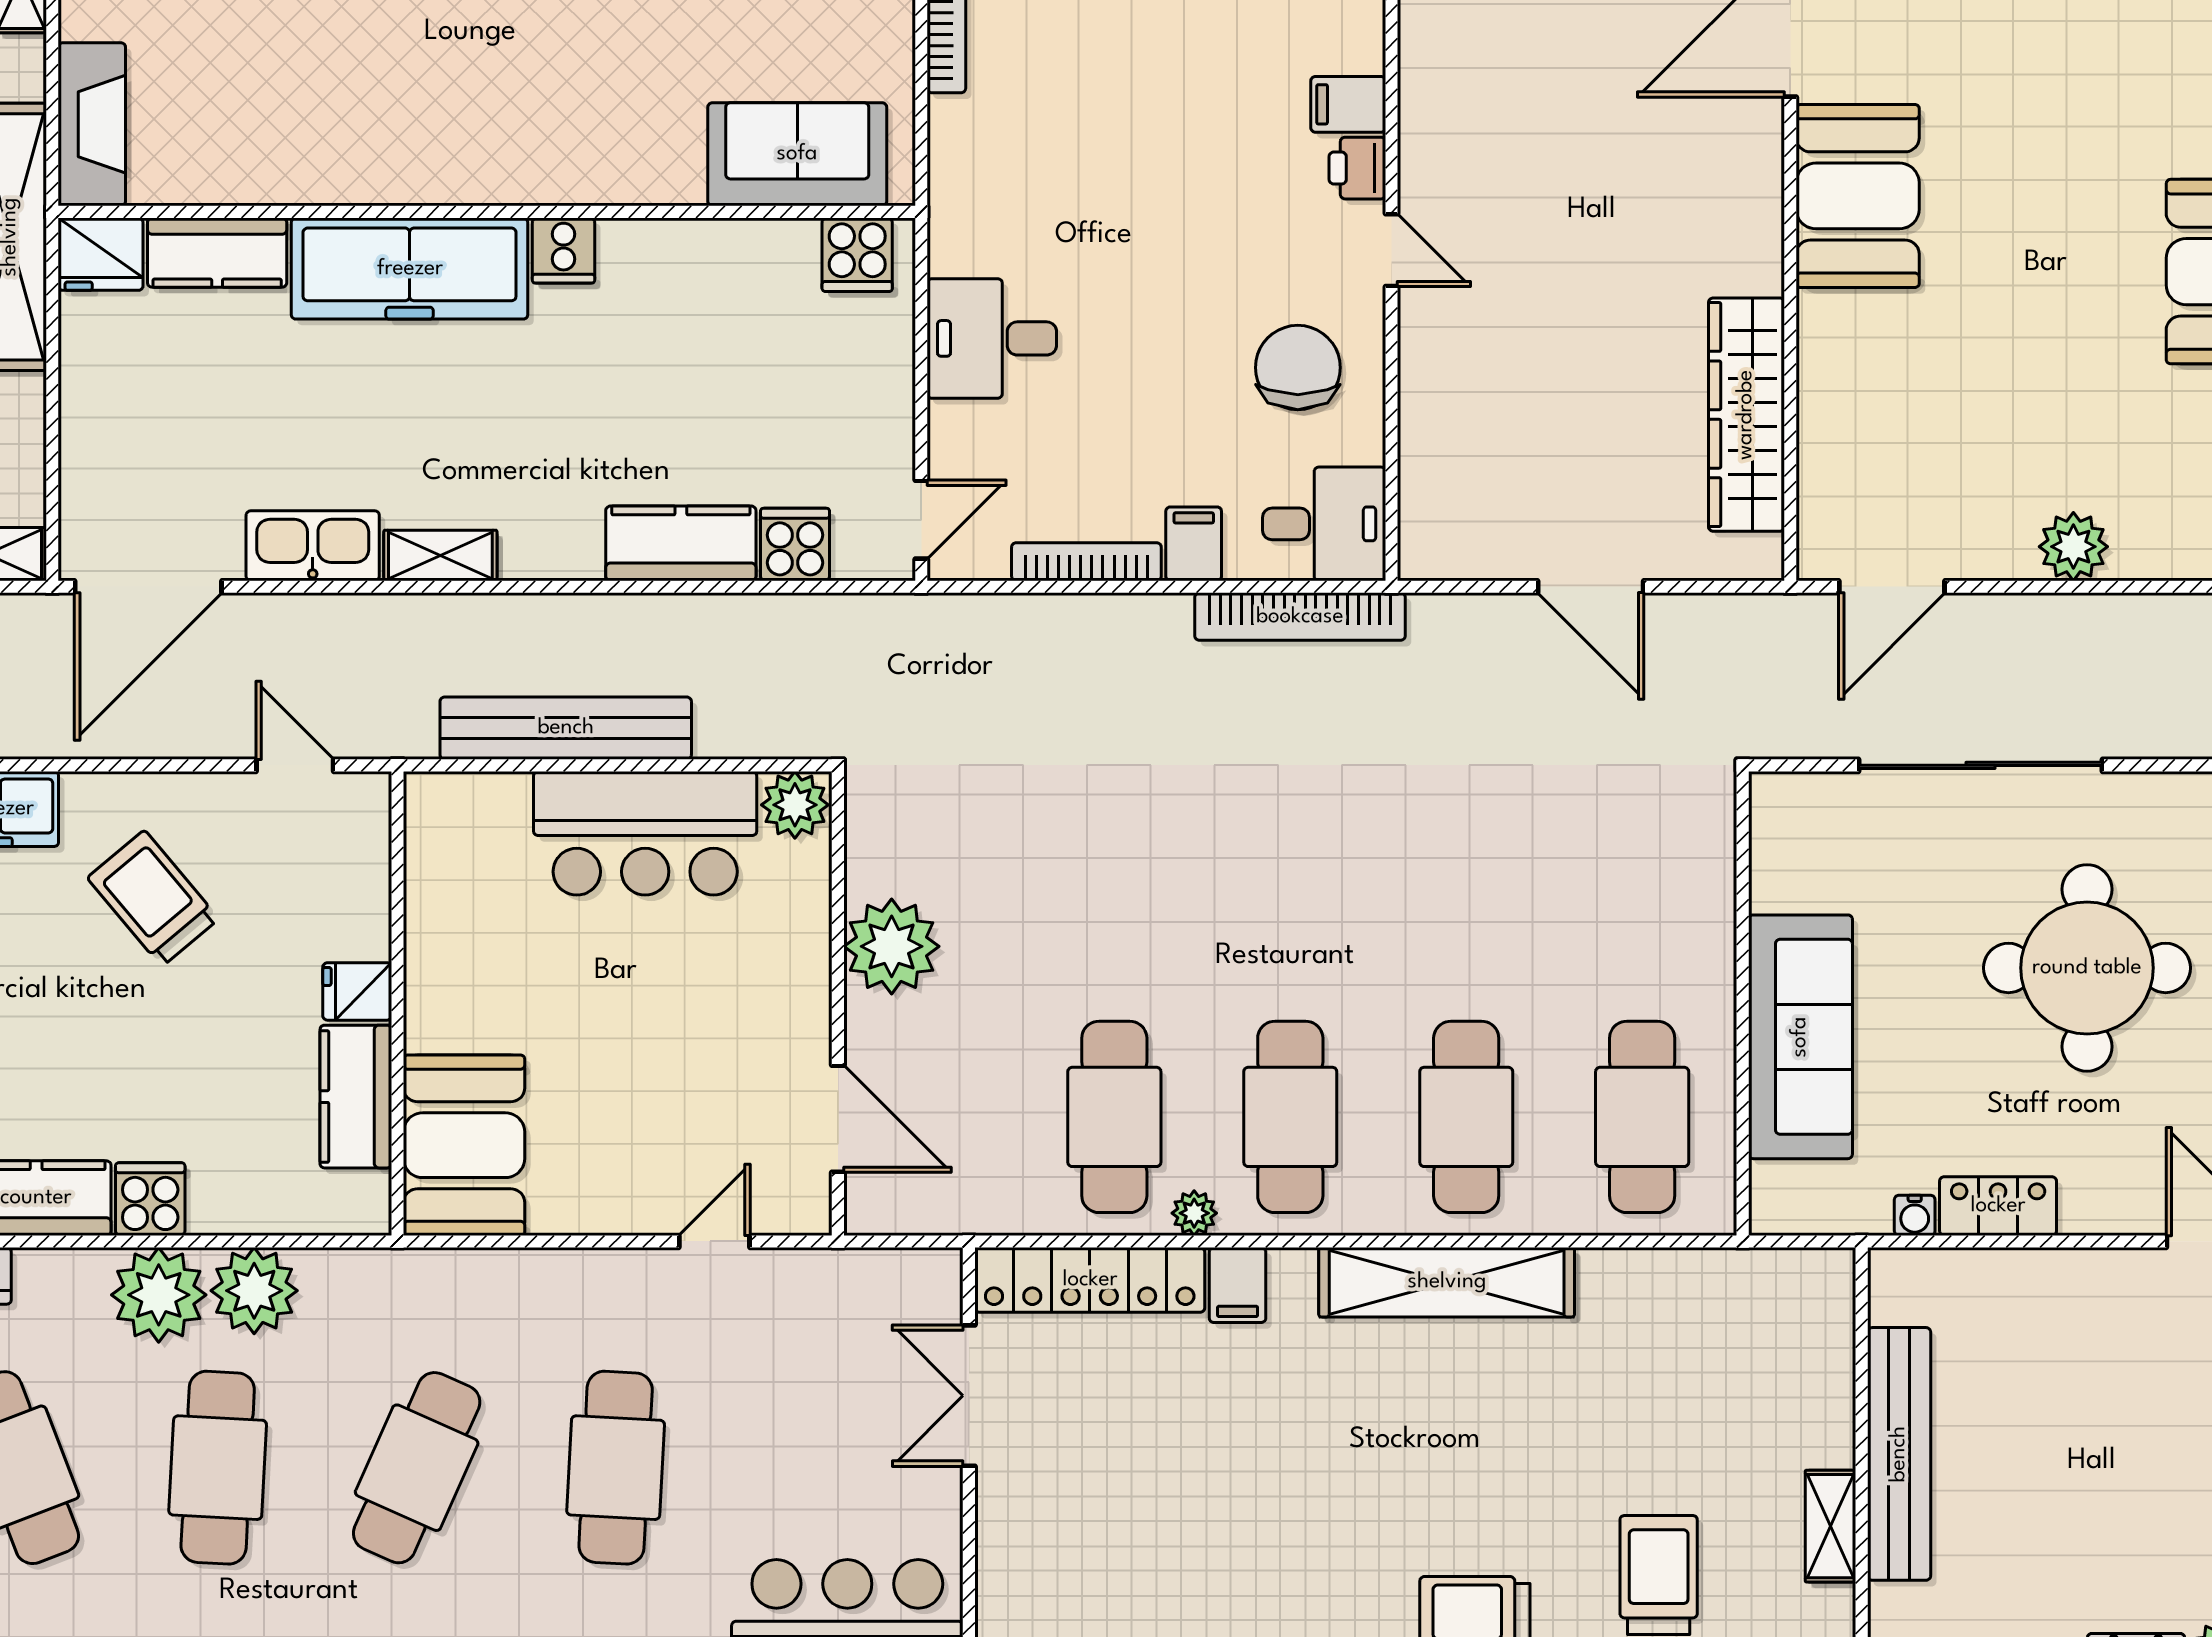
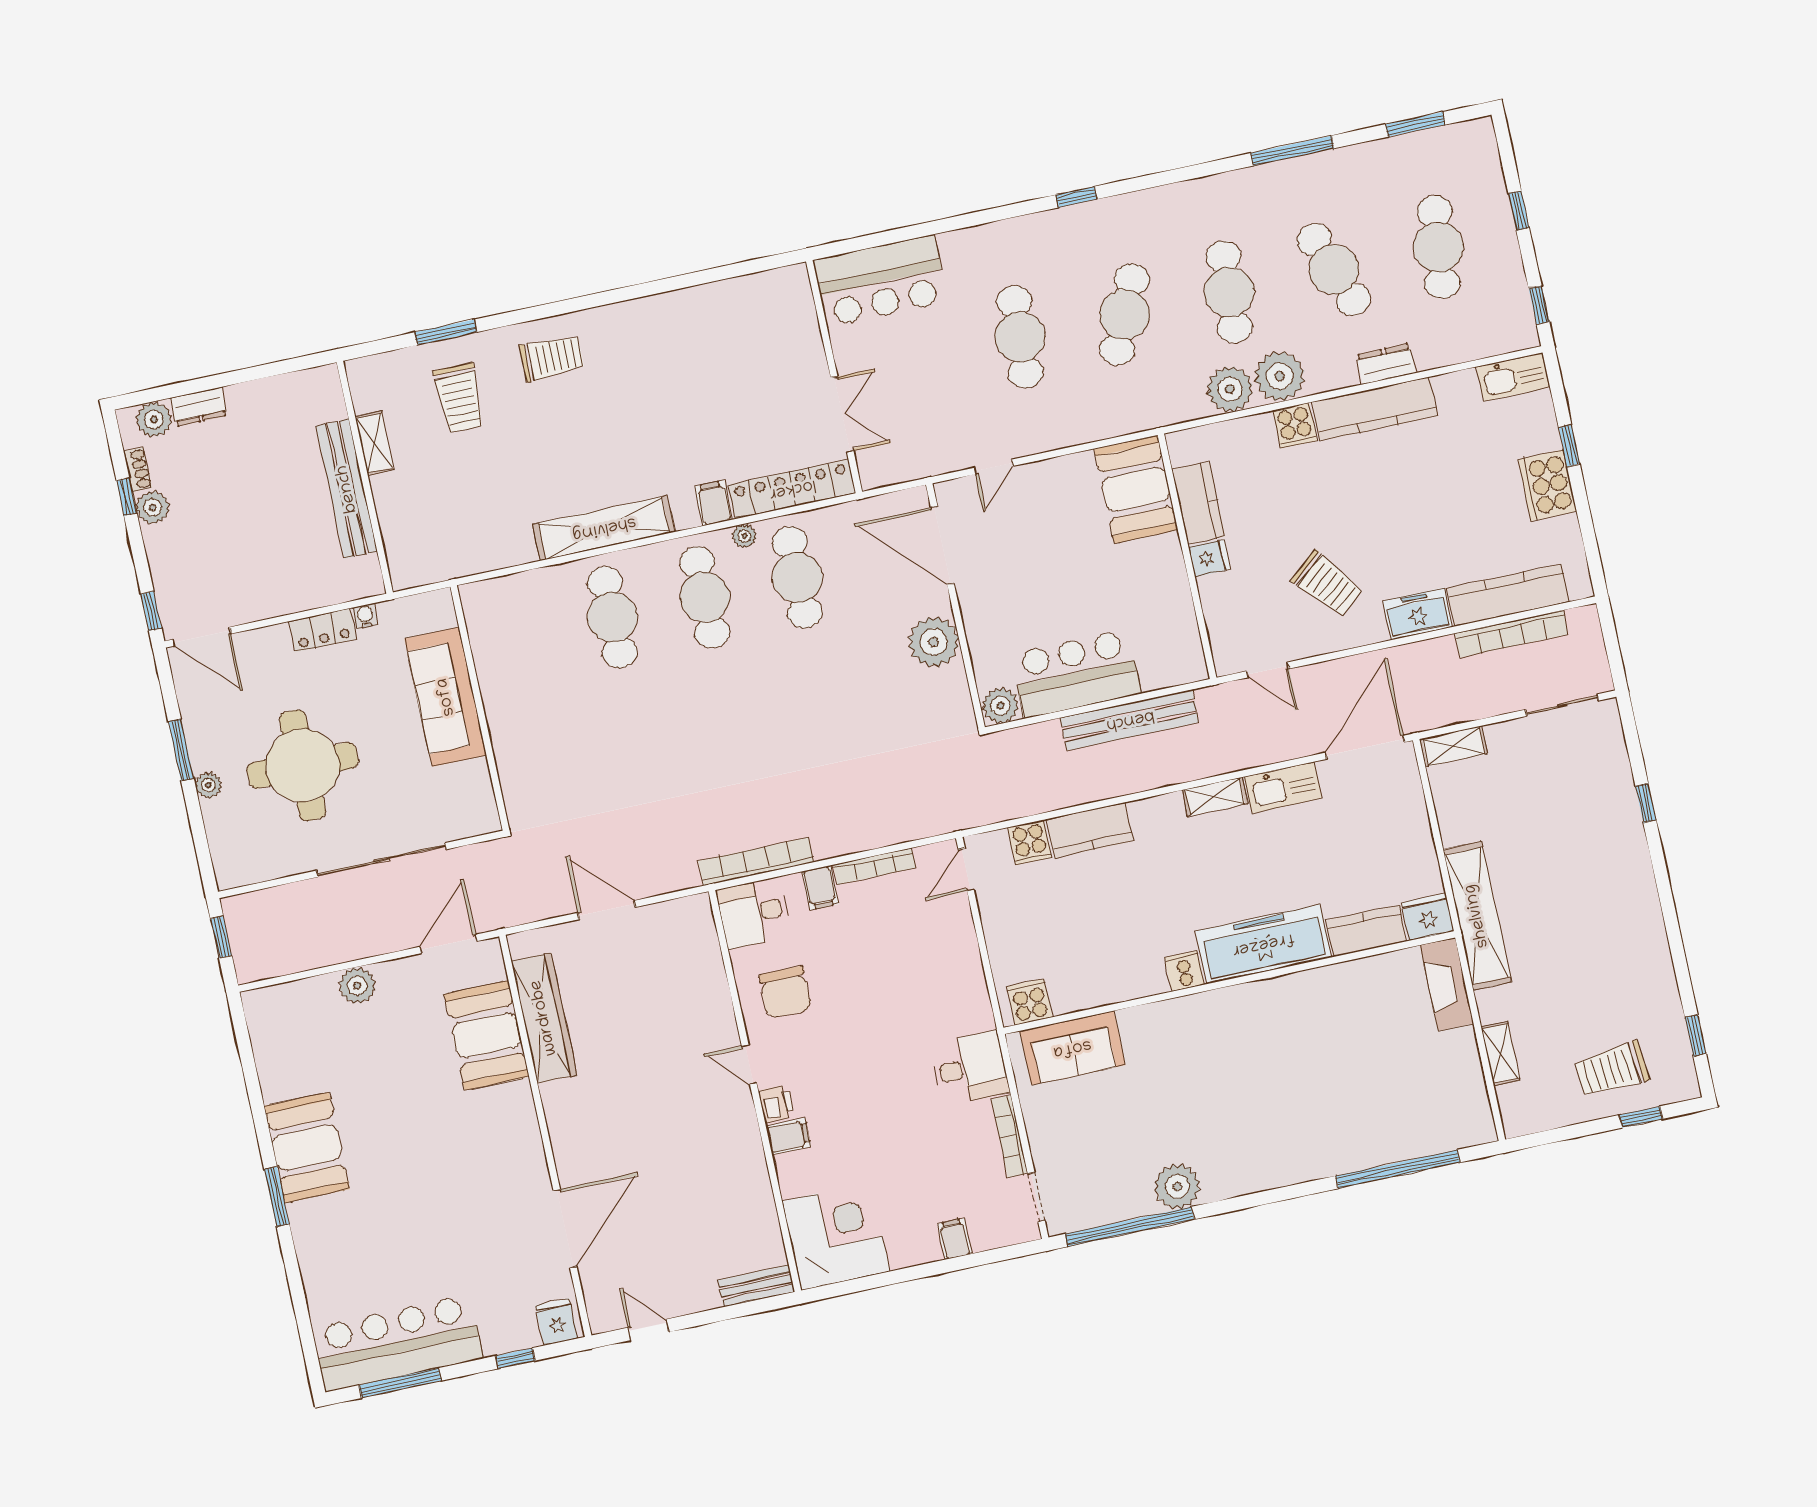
booth: (1858, 196) -> (487, 1035), moved
desk: (992, 338) -> (970, 1068), moved
cafe table: (1642, 1117) -> (520, 637), removed
door: (838, 1119) -> (942, 545), width x1.36

